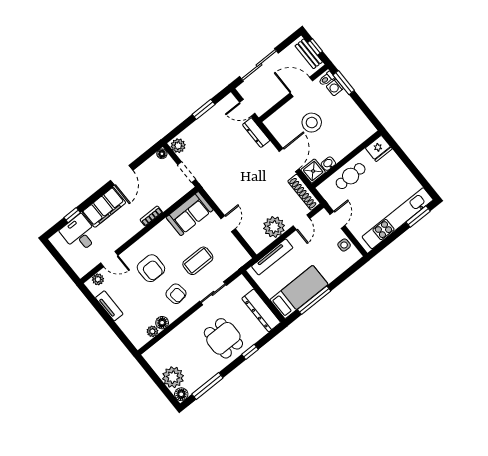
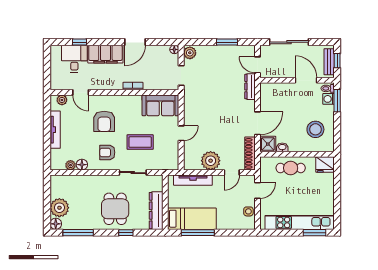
stool: (312, 123) -> (315, 129), moved
armchair: (176, 294) -> (107, 152), turned 98
tv unit: (109, 306) -> (55, 130), width x1.41

